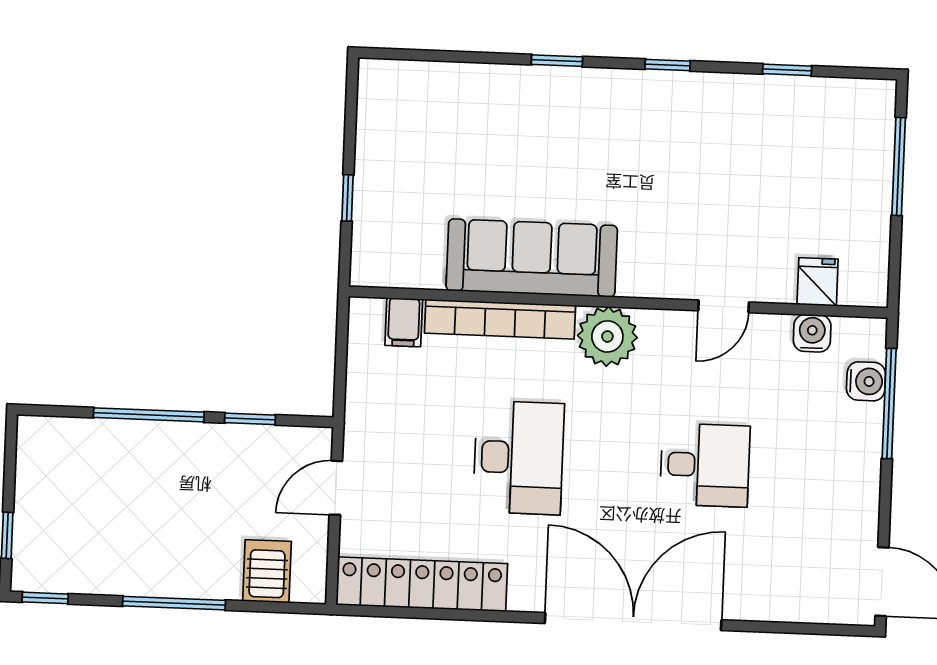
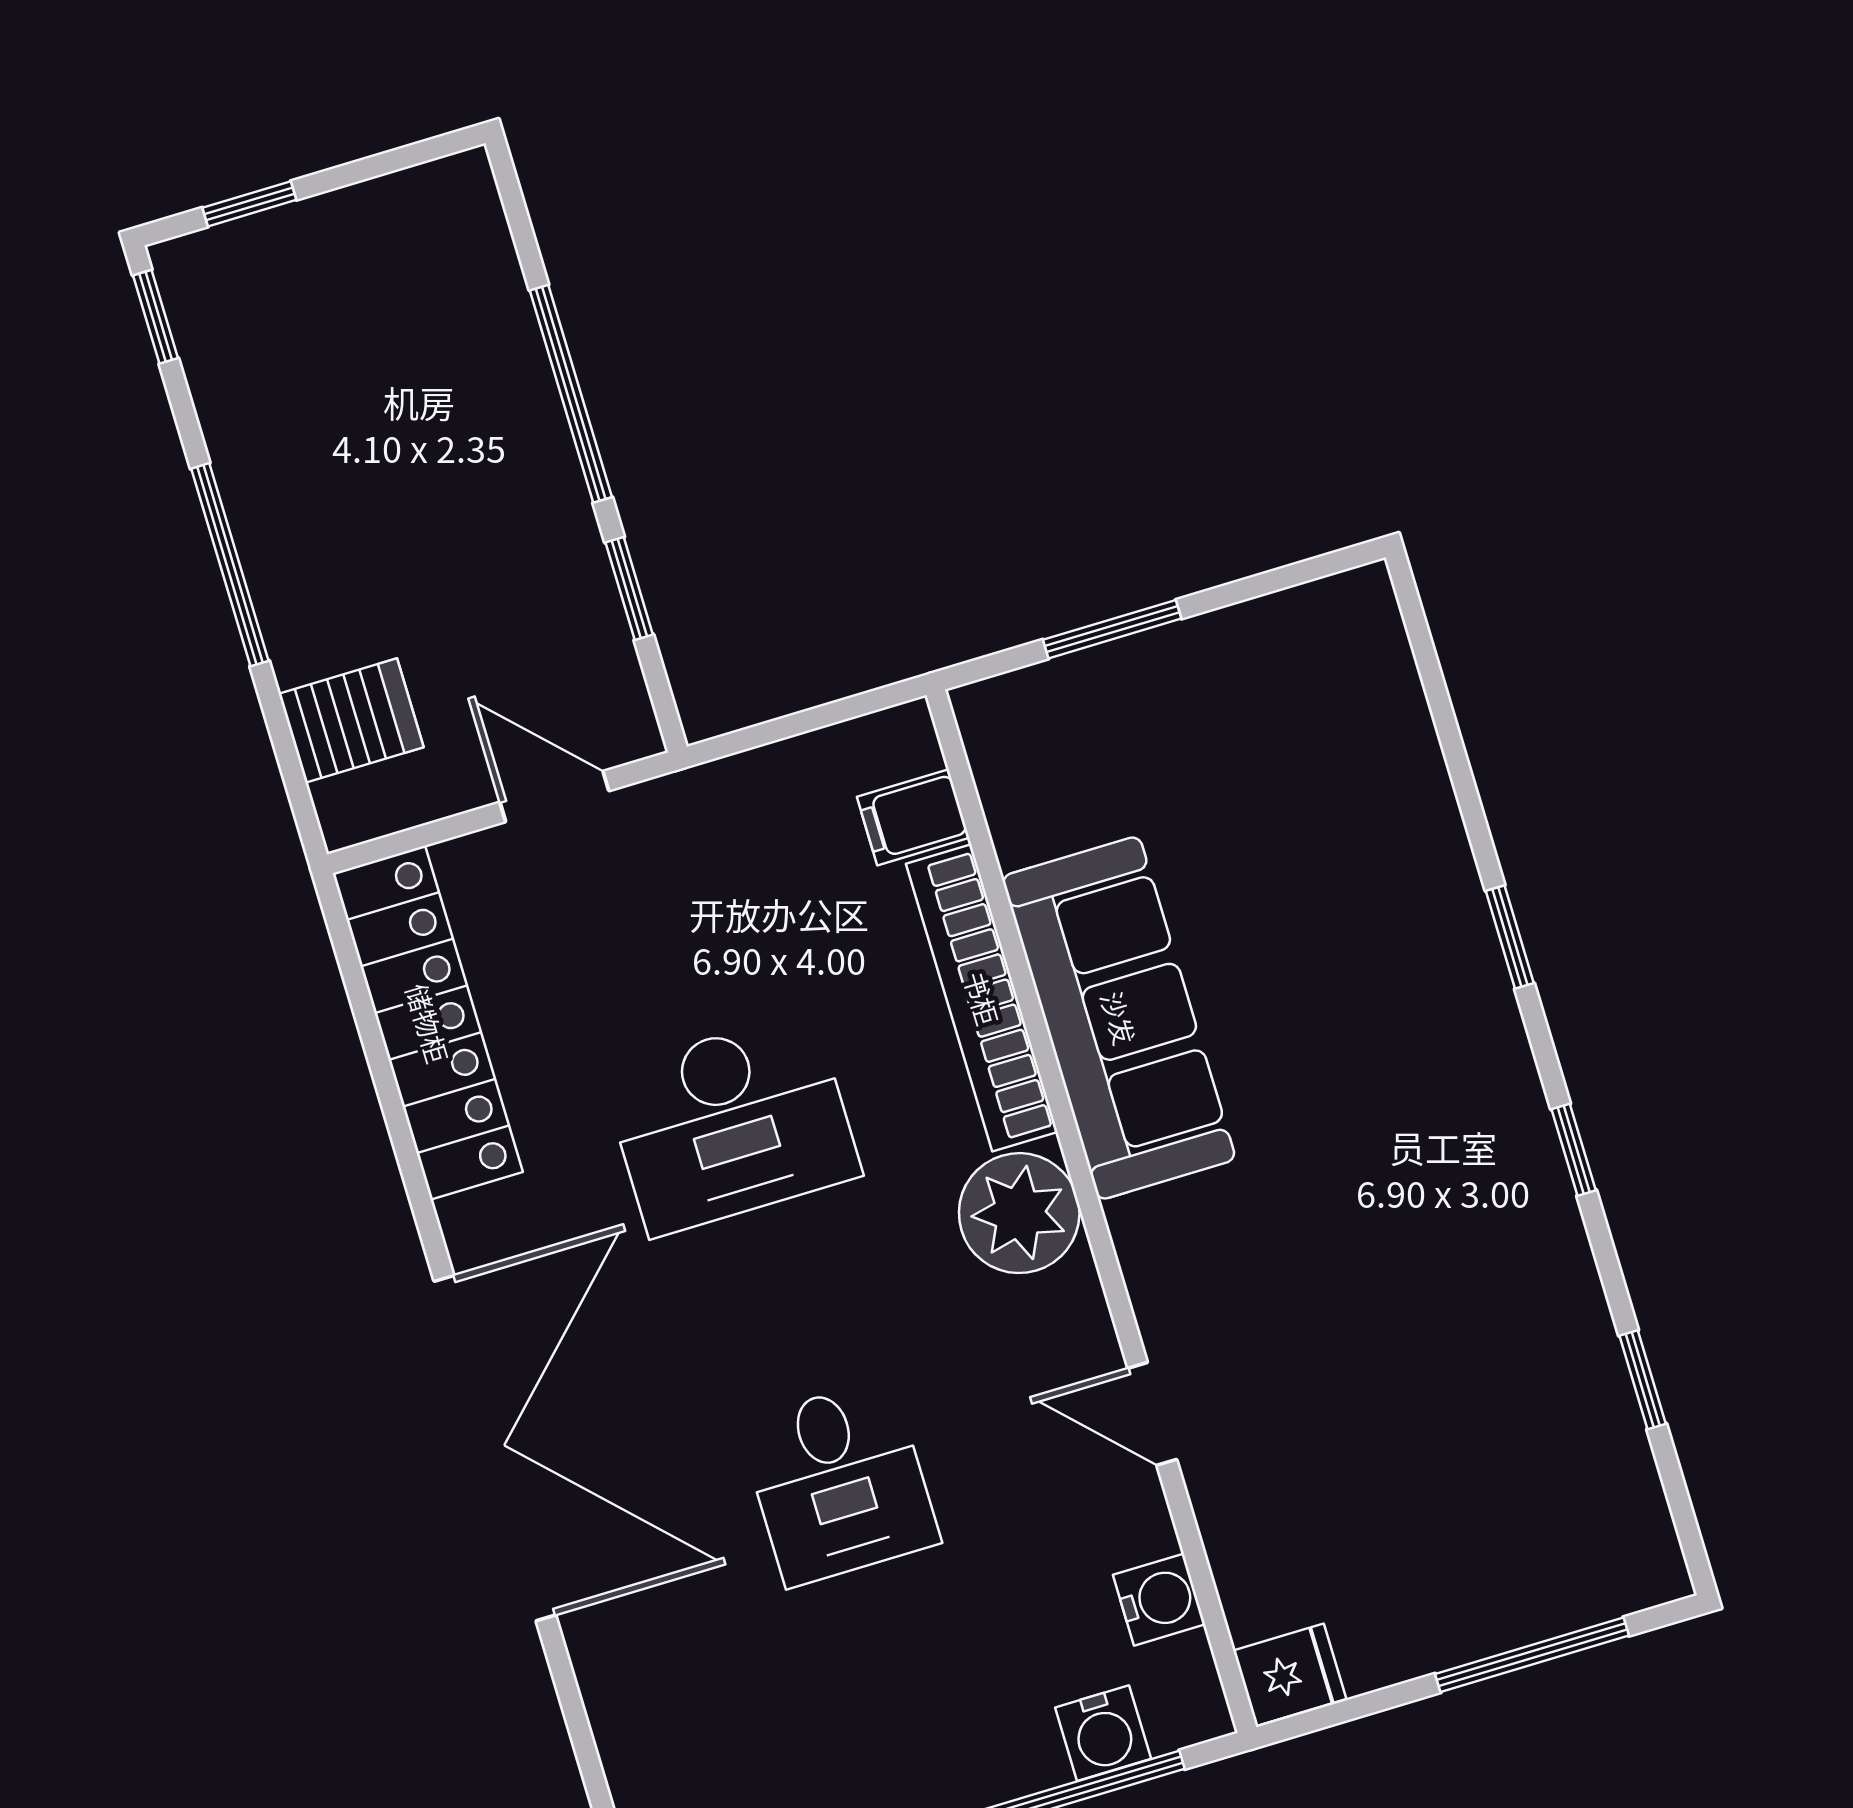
window: (347, 198) -> (1112, 629), width x1.50
fridge: (818, 282) -> (1290, 1675), moved

